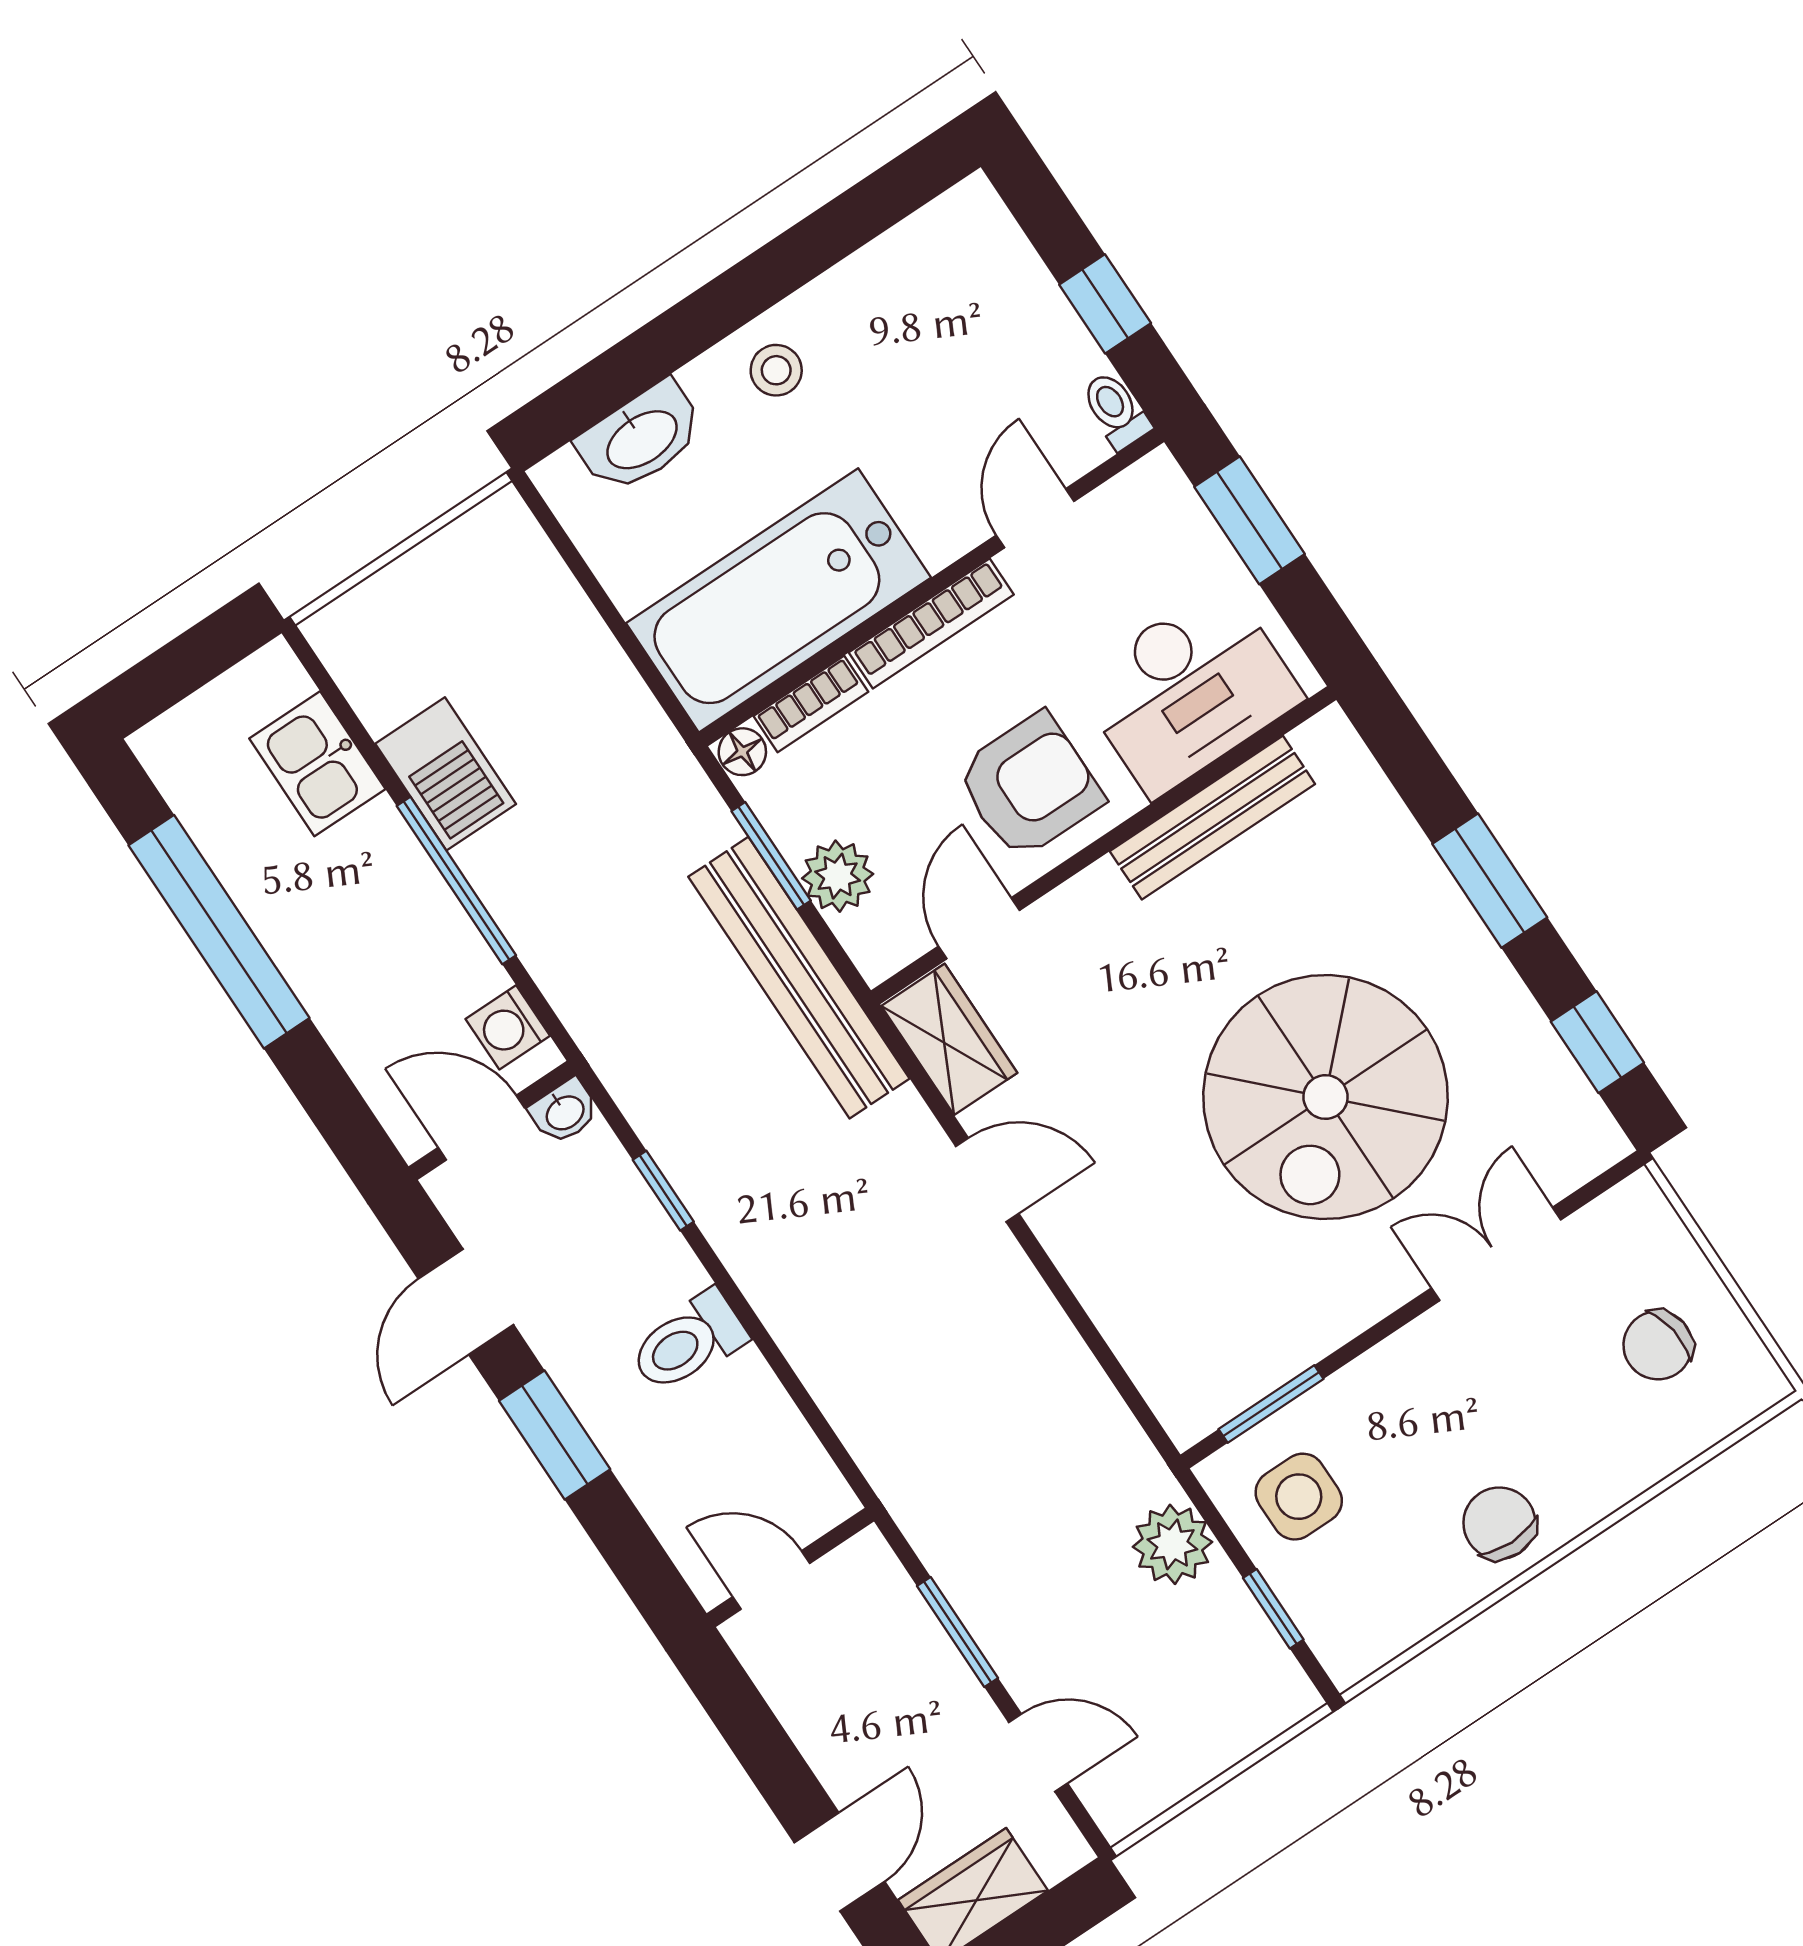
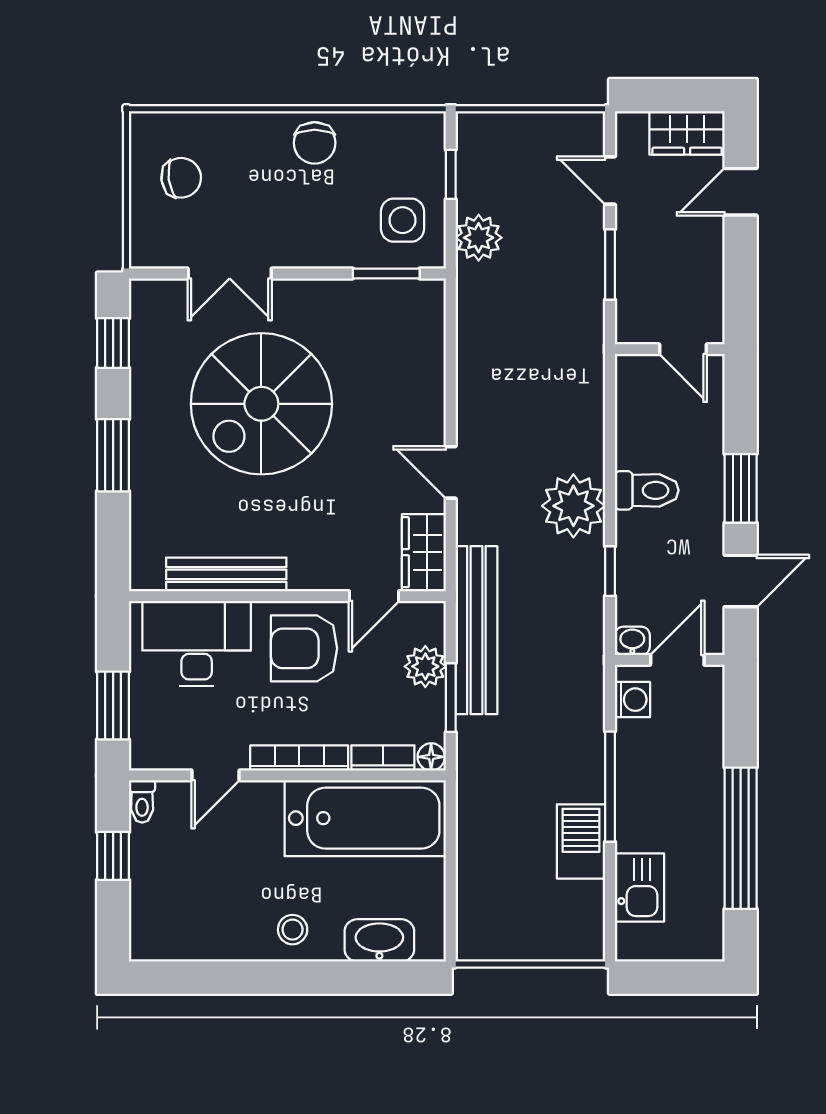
spiral stairs: (1325, 1097) -> (261, 404), turned 180
door: (481, 1128) -> (677, 660), swing flipped
plant: (779, 1250) -> (573, 506), added

